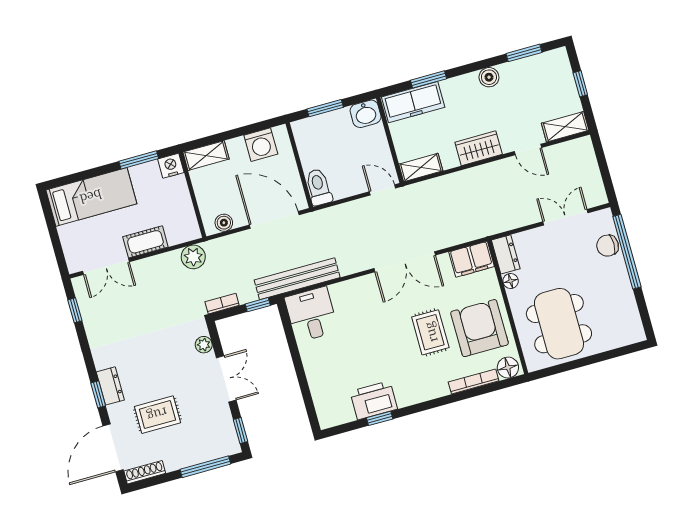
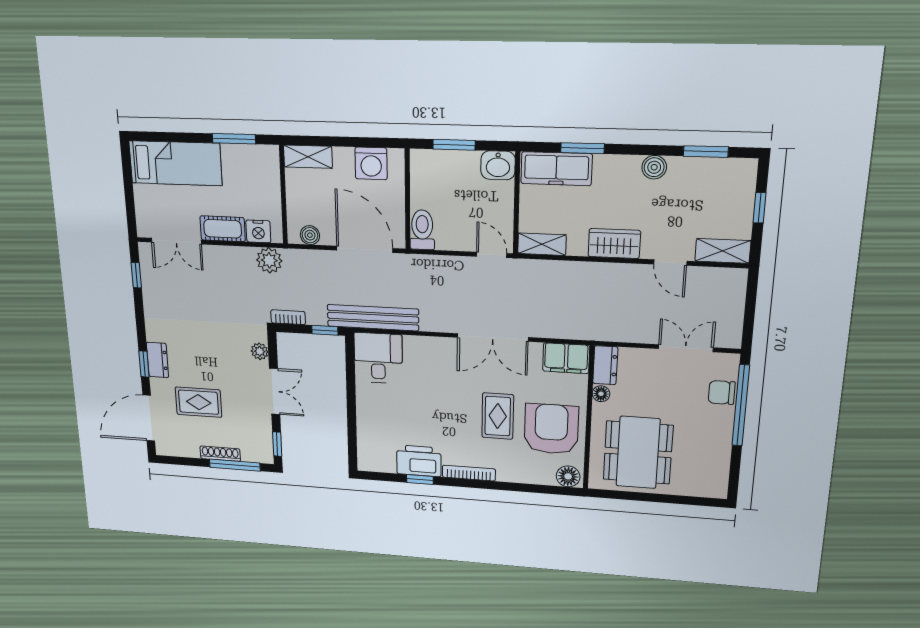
nightstand: (171, 166) -> (258, 231), moved, turned 180
bookcase: (474, 381) -> (469, 473), moved
shoe rack: (145, 472) -> (220, 454), moved

